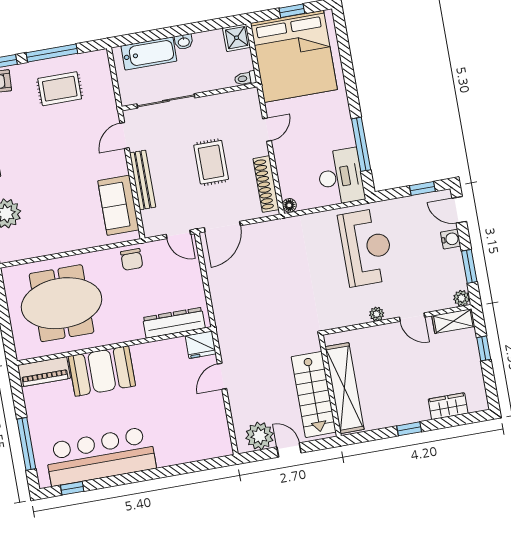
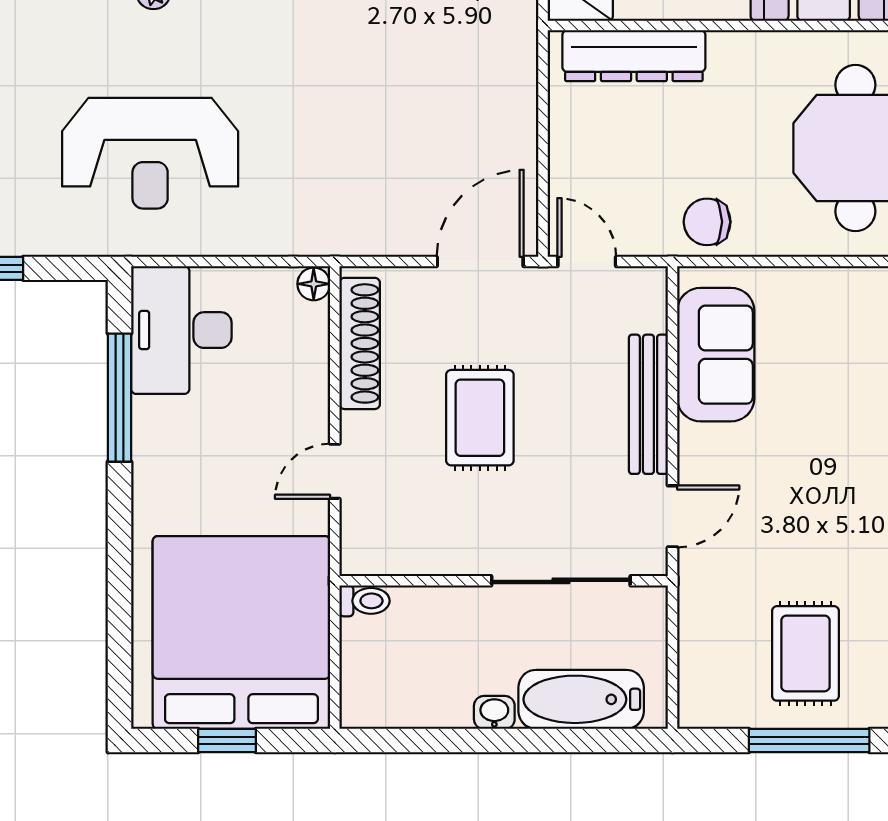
shower: (237, 38) -> (368, 700), removed
rug: (60, 89) -> (805, 653), turned 90
reception desk: (366, 247) -> (150, 153), turned -90
chair: (132, 259) -> (707, 222), turned -90

